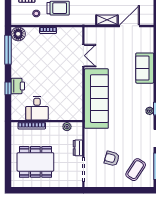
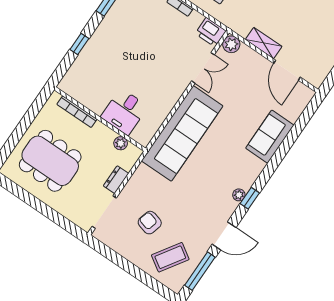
door: (130, 26) -> (287, 70), swing flipped
plant: (90, 33) -> (231, 44), added
printer: (18, 86) -> (211, 32), moved, turned 90
desk: (37, 108) -> (124, 112), moved

